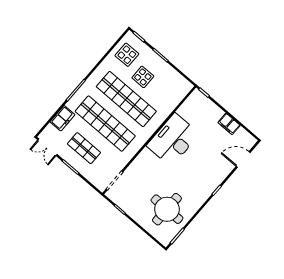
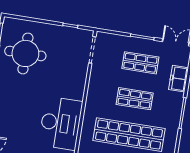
shop shelf: (105, 124) -> (135, 99), width x0.50, depth x0.74

